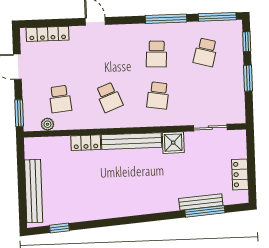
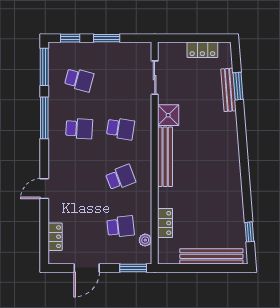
locker: (48, 34) -> (55, 237), width x0.66
locker: (86, 143) -> (165, 223), moved
window: (205, 211) -> (238, 86), width x0.69

